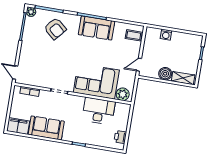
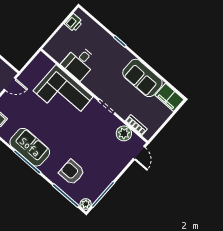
armchair: (55, 29) -> (72, 172), turned -41
plant: (123, 94) -> (124, 133), moved
desk: (99, 111) -> (79, 62), width x0.73

